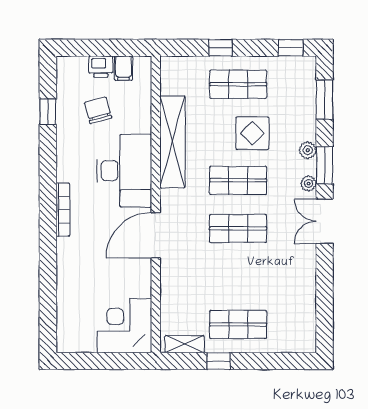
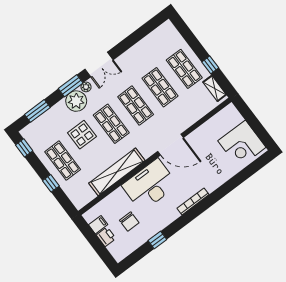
chair: (98, 110) -> (129, 221), turned -75
window: (48, 112) -> (157, 240), moved
plant: (308, 150) -> (76, 101), width x1.88, depth x1.88
shop shelf: (238, 276) -> (160, 87), added
corner desk: (124, 326) -> (242, 144), moved

